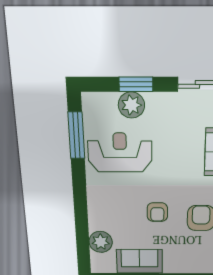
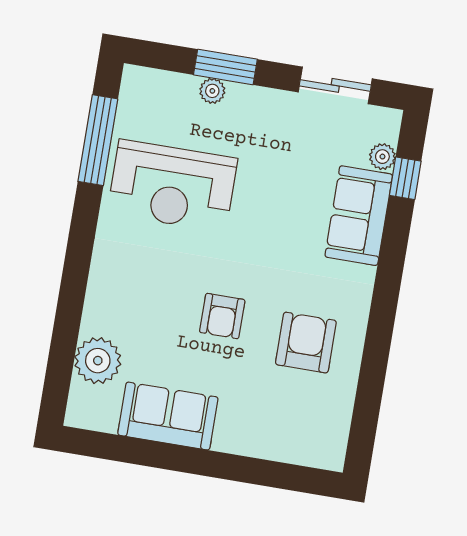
plant: (131, 105) -> (212, 91), width x0.53, depth x0.53
reception desk: (120, 153) -> (172, 186), turned 180

